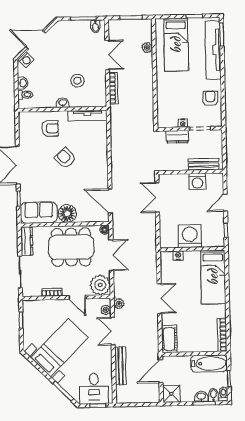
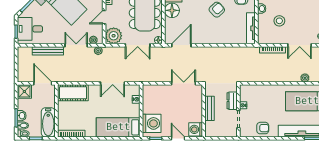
bench: (204, 164) -> (209, 108), moved
washing machine: (197, 182) -> (196, 129), moved
washing machine: (190, 236) -> (152, 123), moved
double door: (159, 298) -> (113, 83), moved
cot: (169, 339) -> (73, 93), width x1.37, depth x1.34

